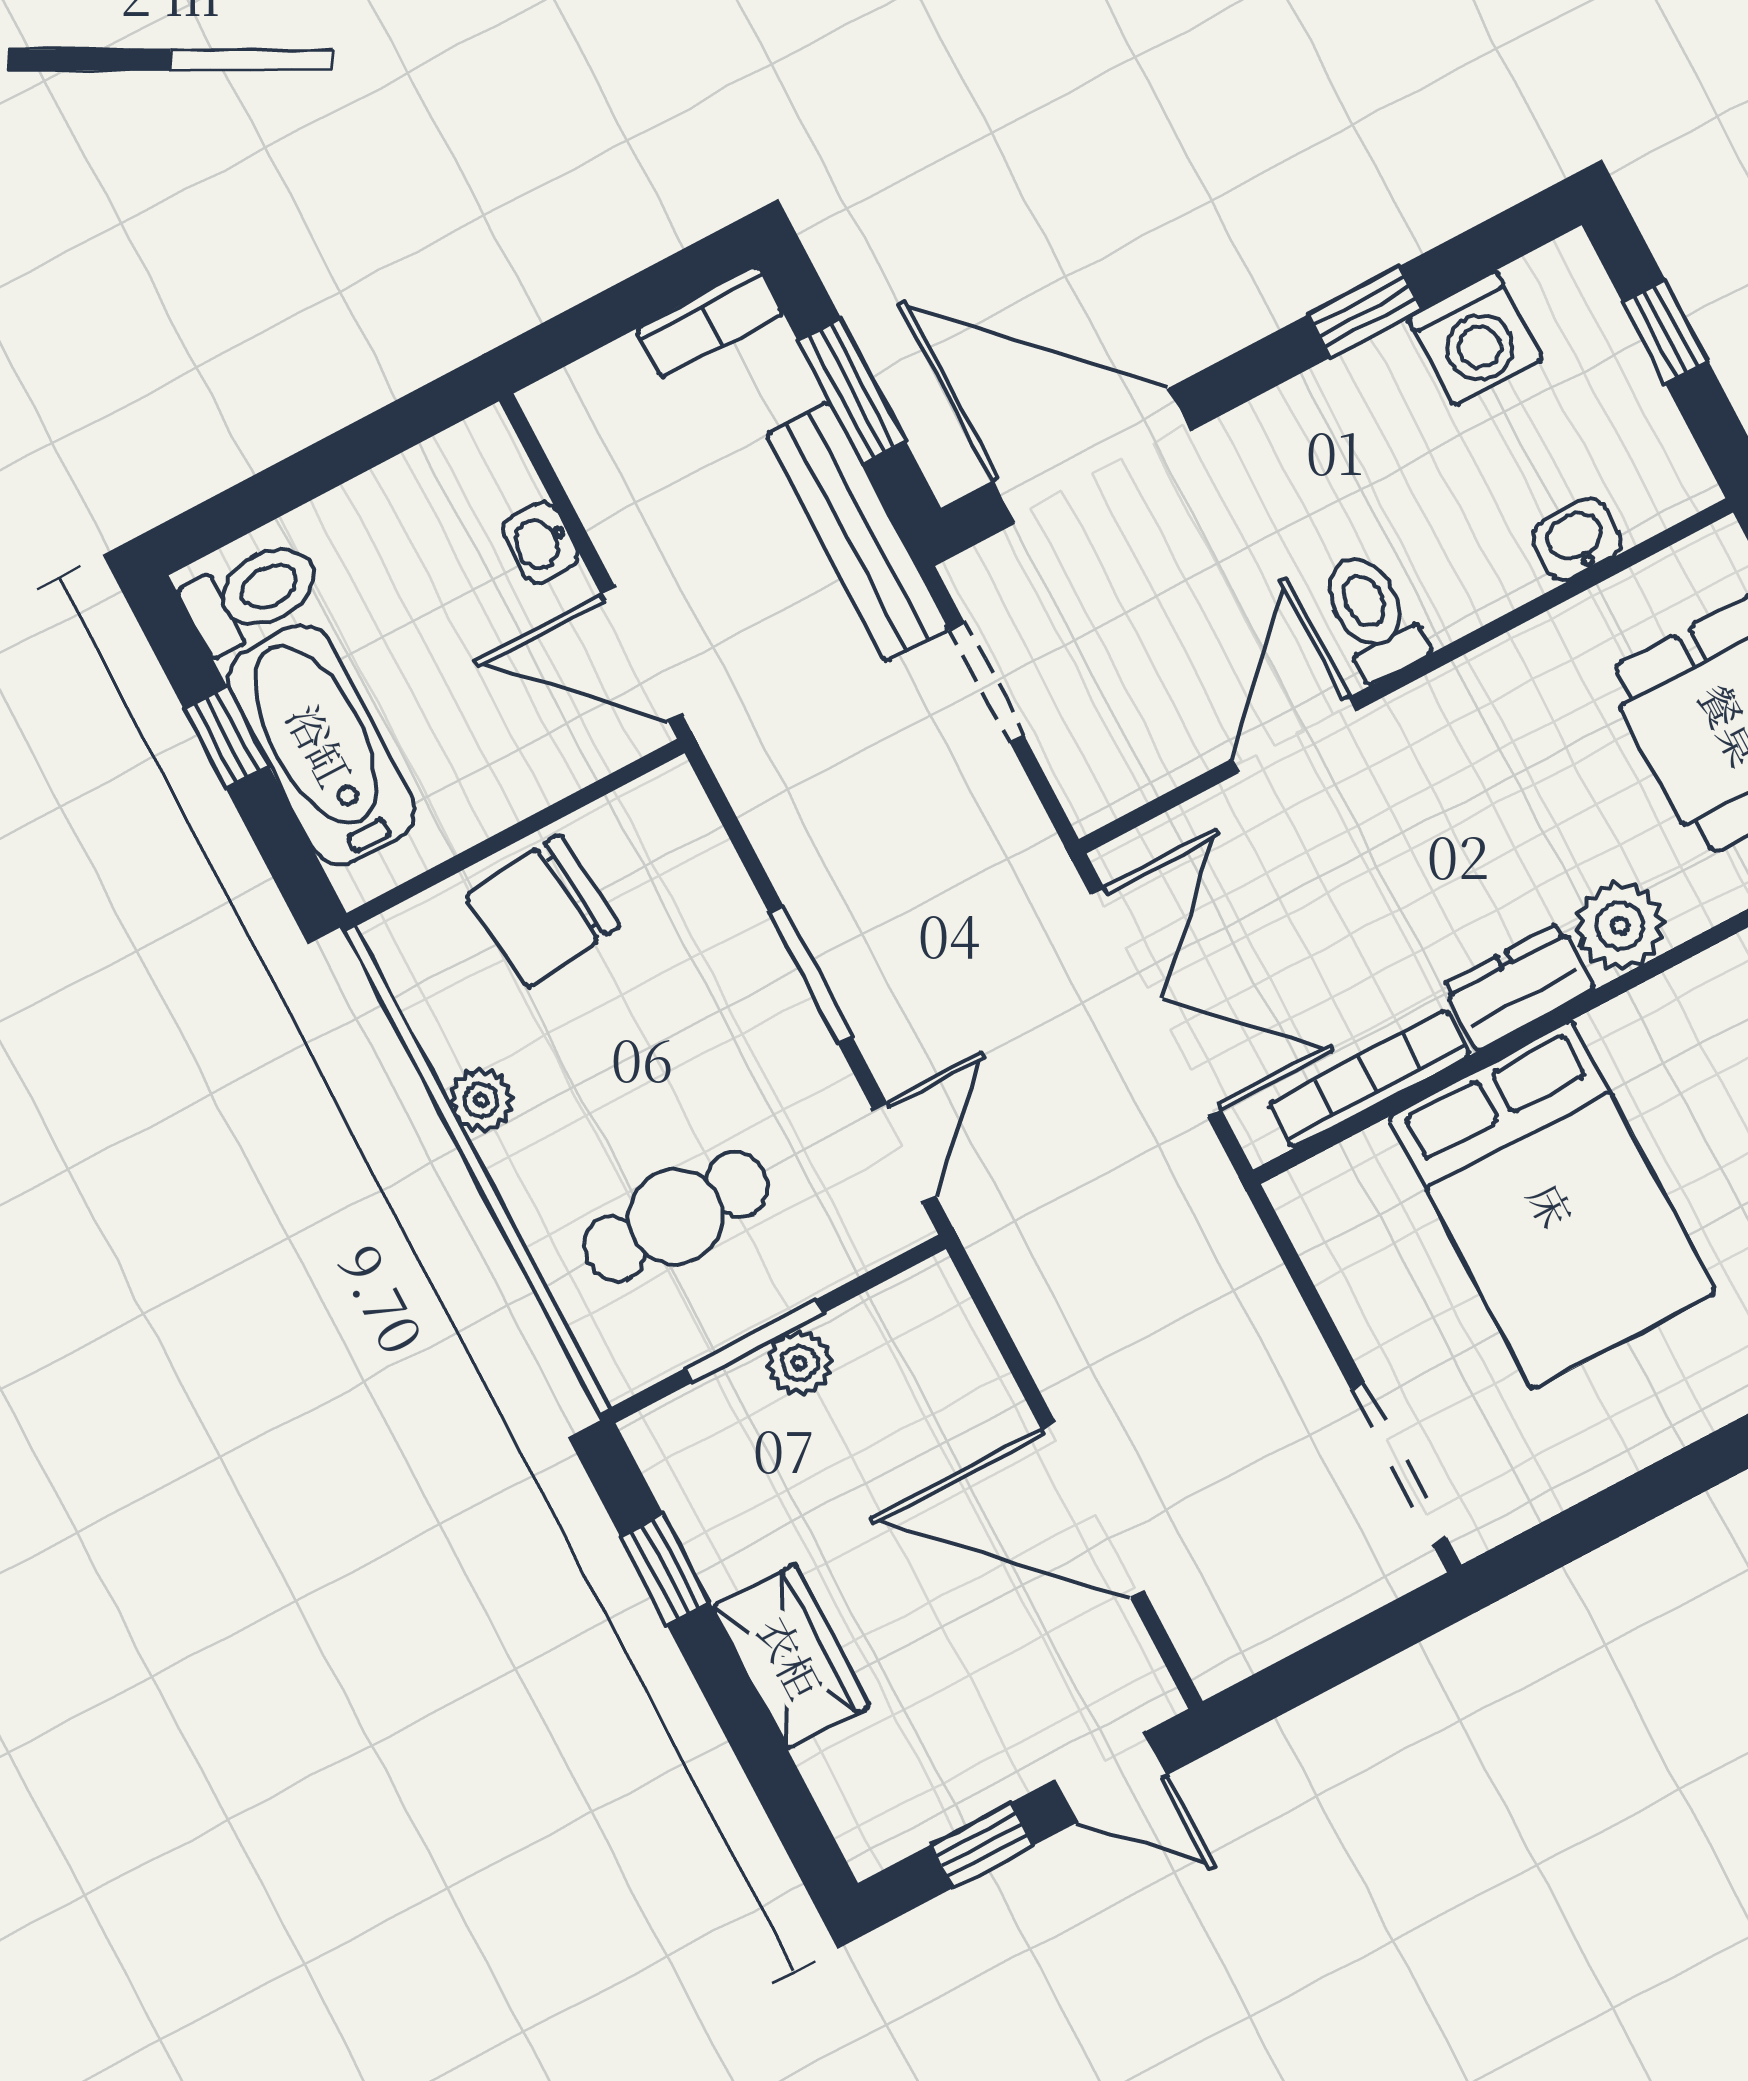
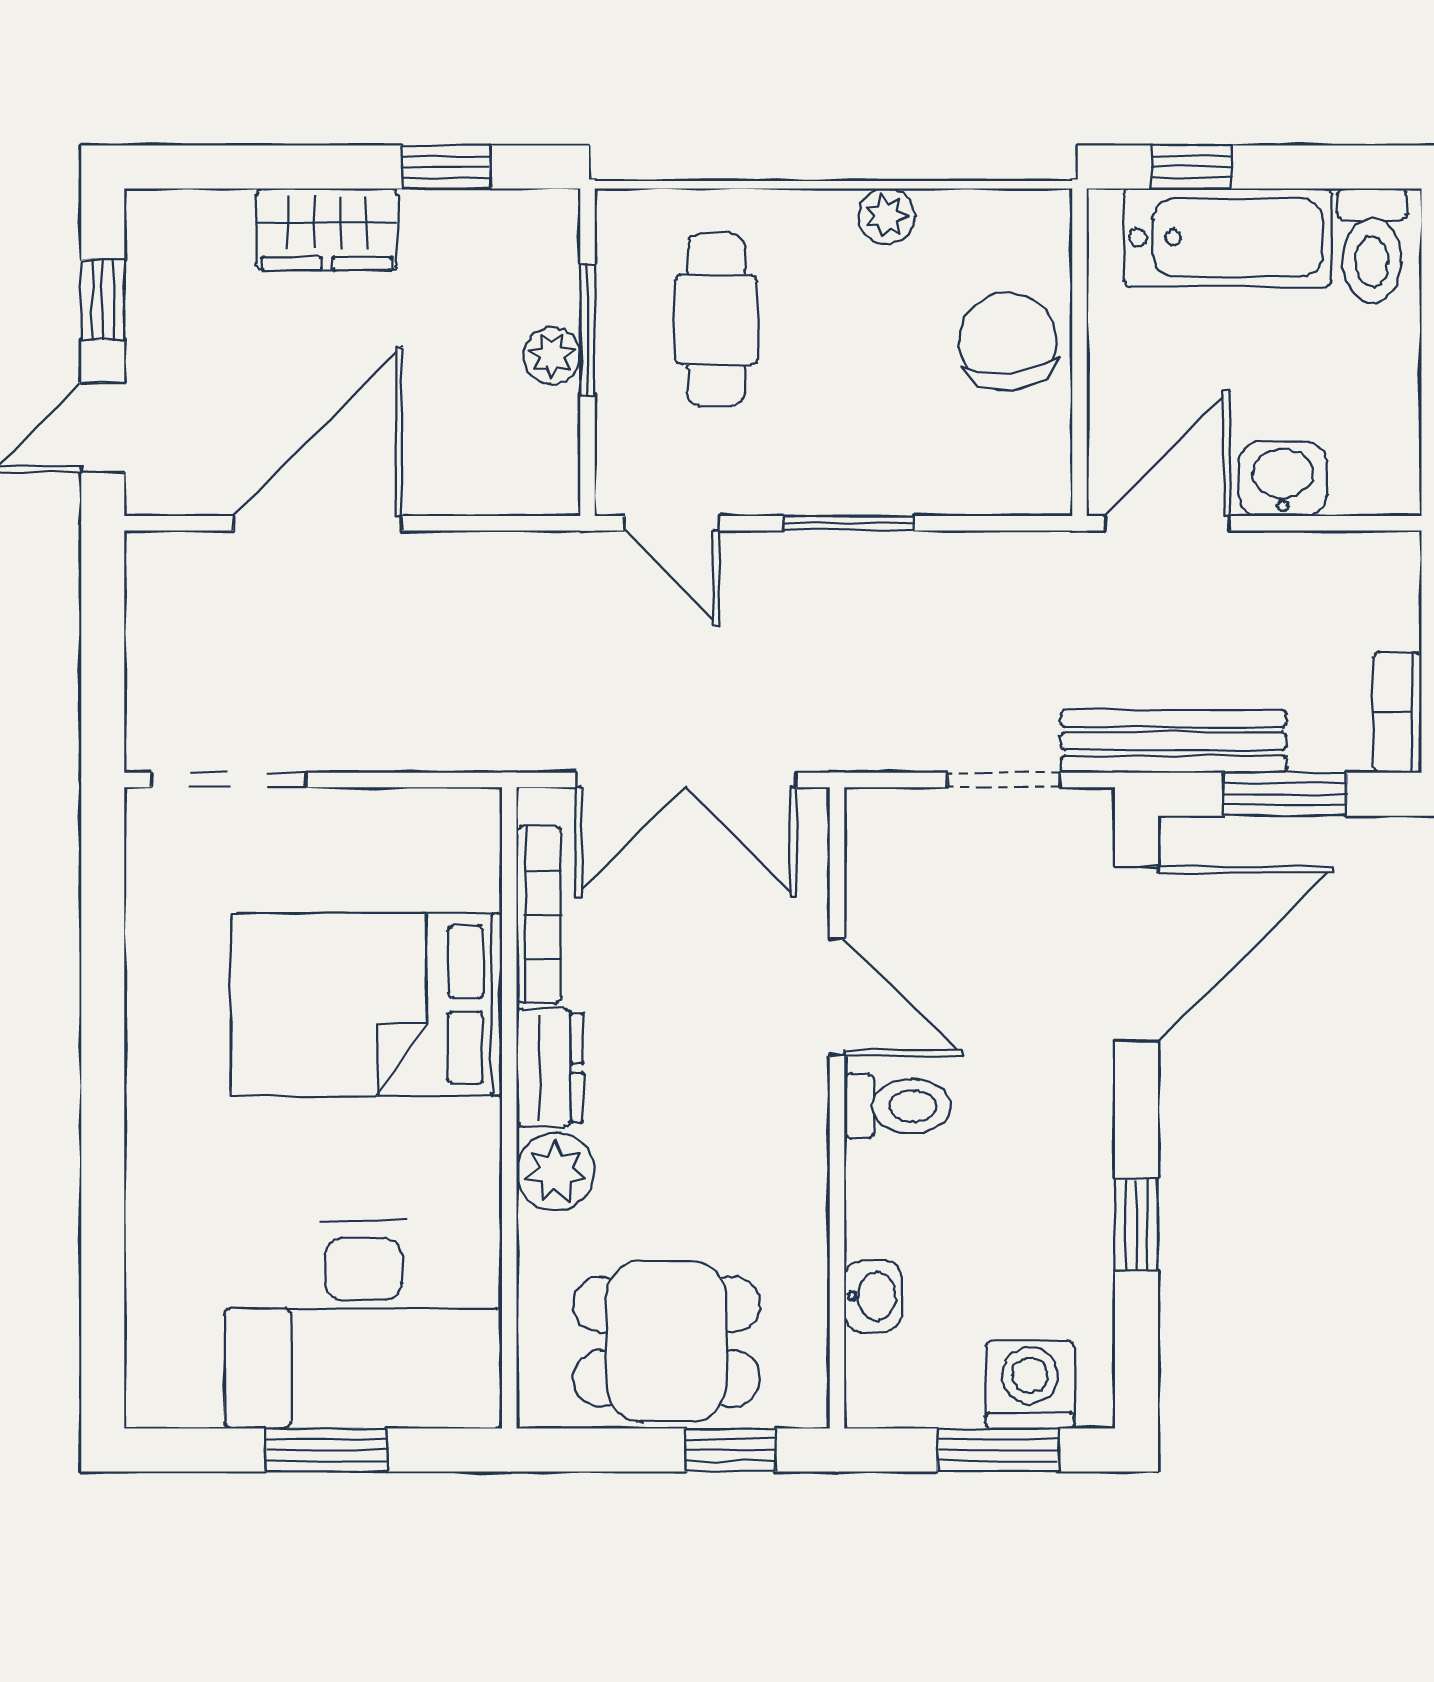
window: (1665, 332) -> (998, 1450), width x1.50
washing machine: (1475, 338) -> (1030, 1384), moved, turned 90
washbasin: (540, 542) -> (1283, 479), width x1.38, depth x1.45
window: (226, 737) -> (1192, 167), moved

